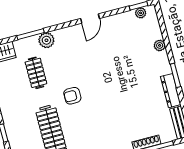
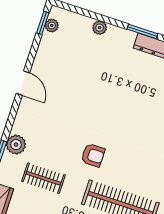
armchair: (72, 96) -> (93, 155), turned -90

